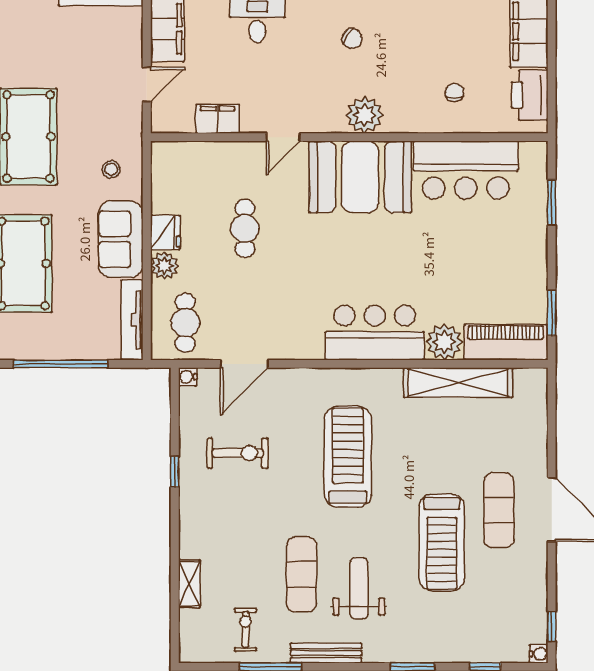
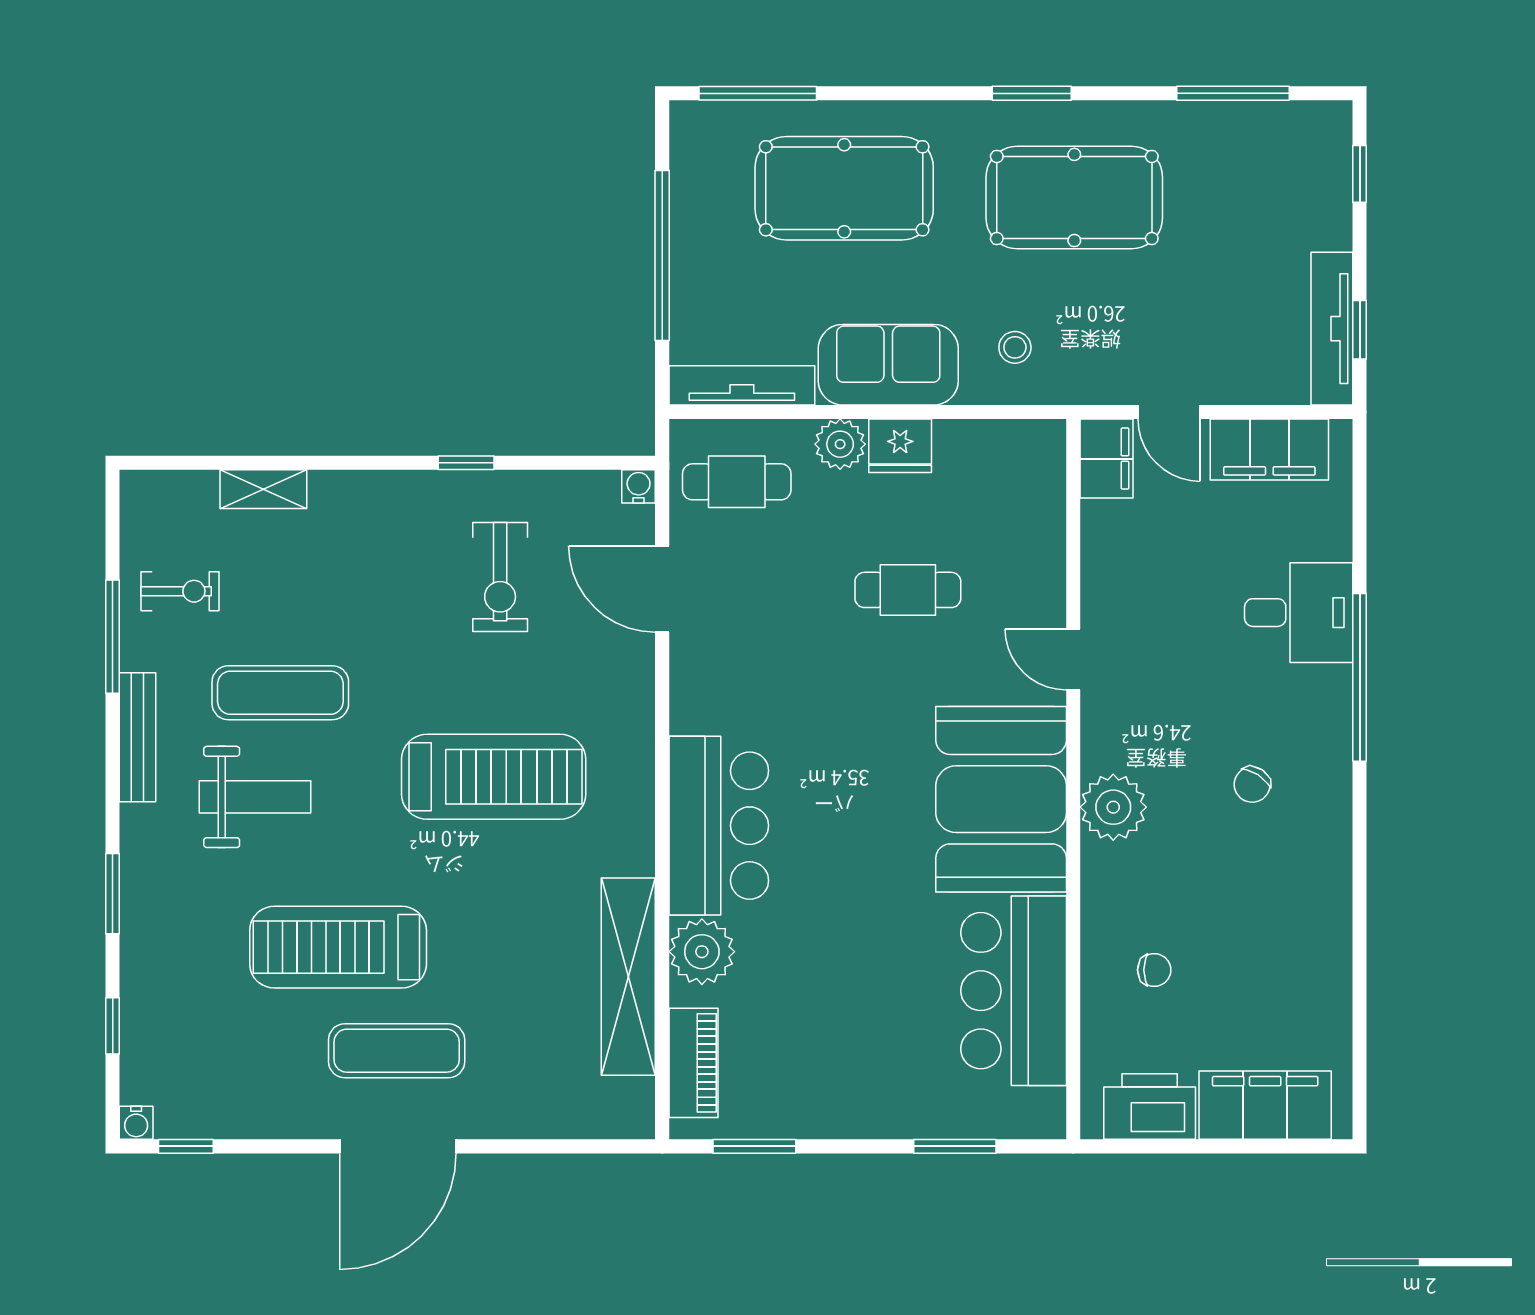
filing cabinet: (218, 119) -> (1107, 459), moved
piano: (506, 342) -> (694, 1063), width x0.73, depth x0.75

